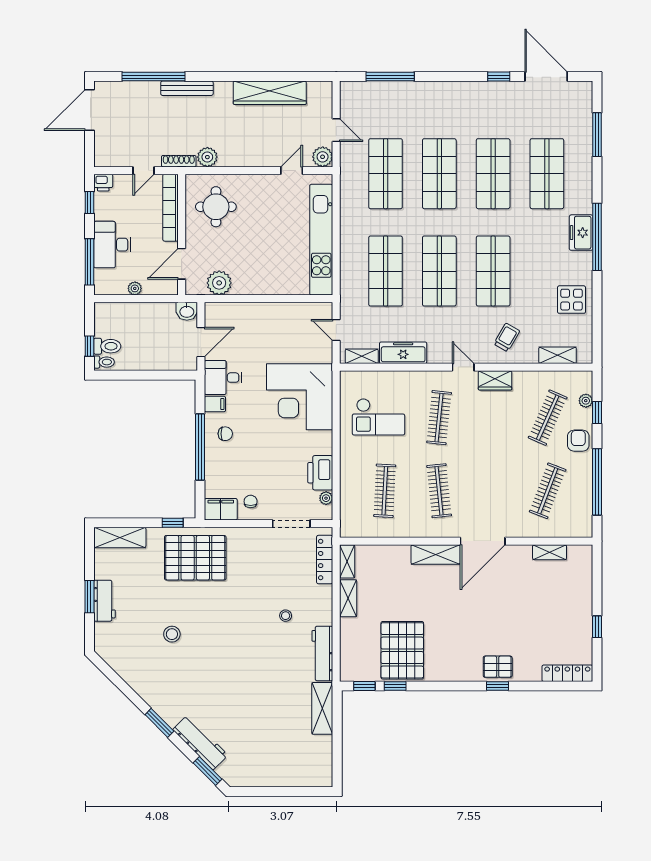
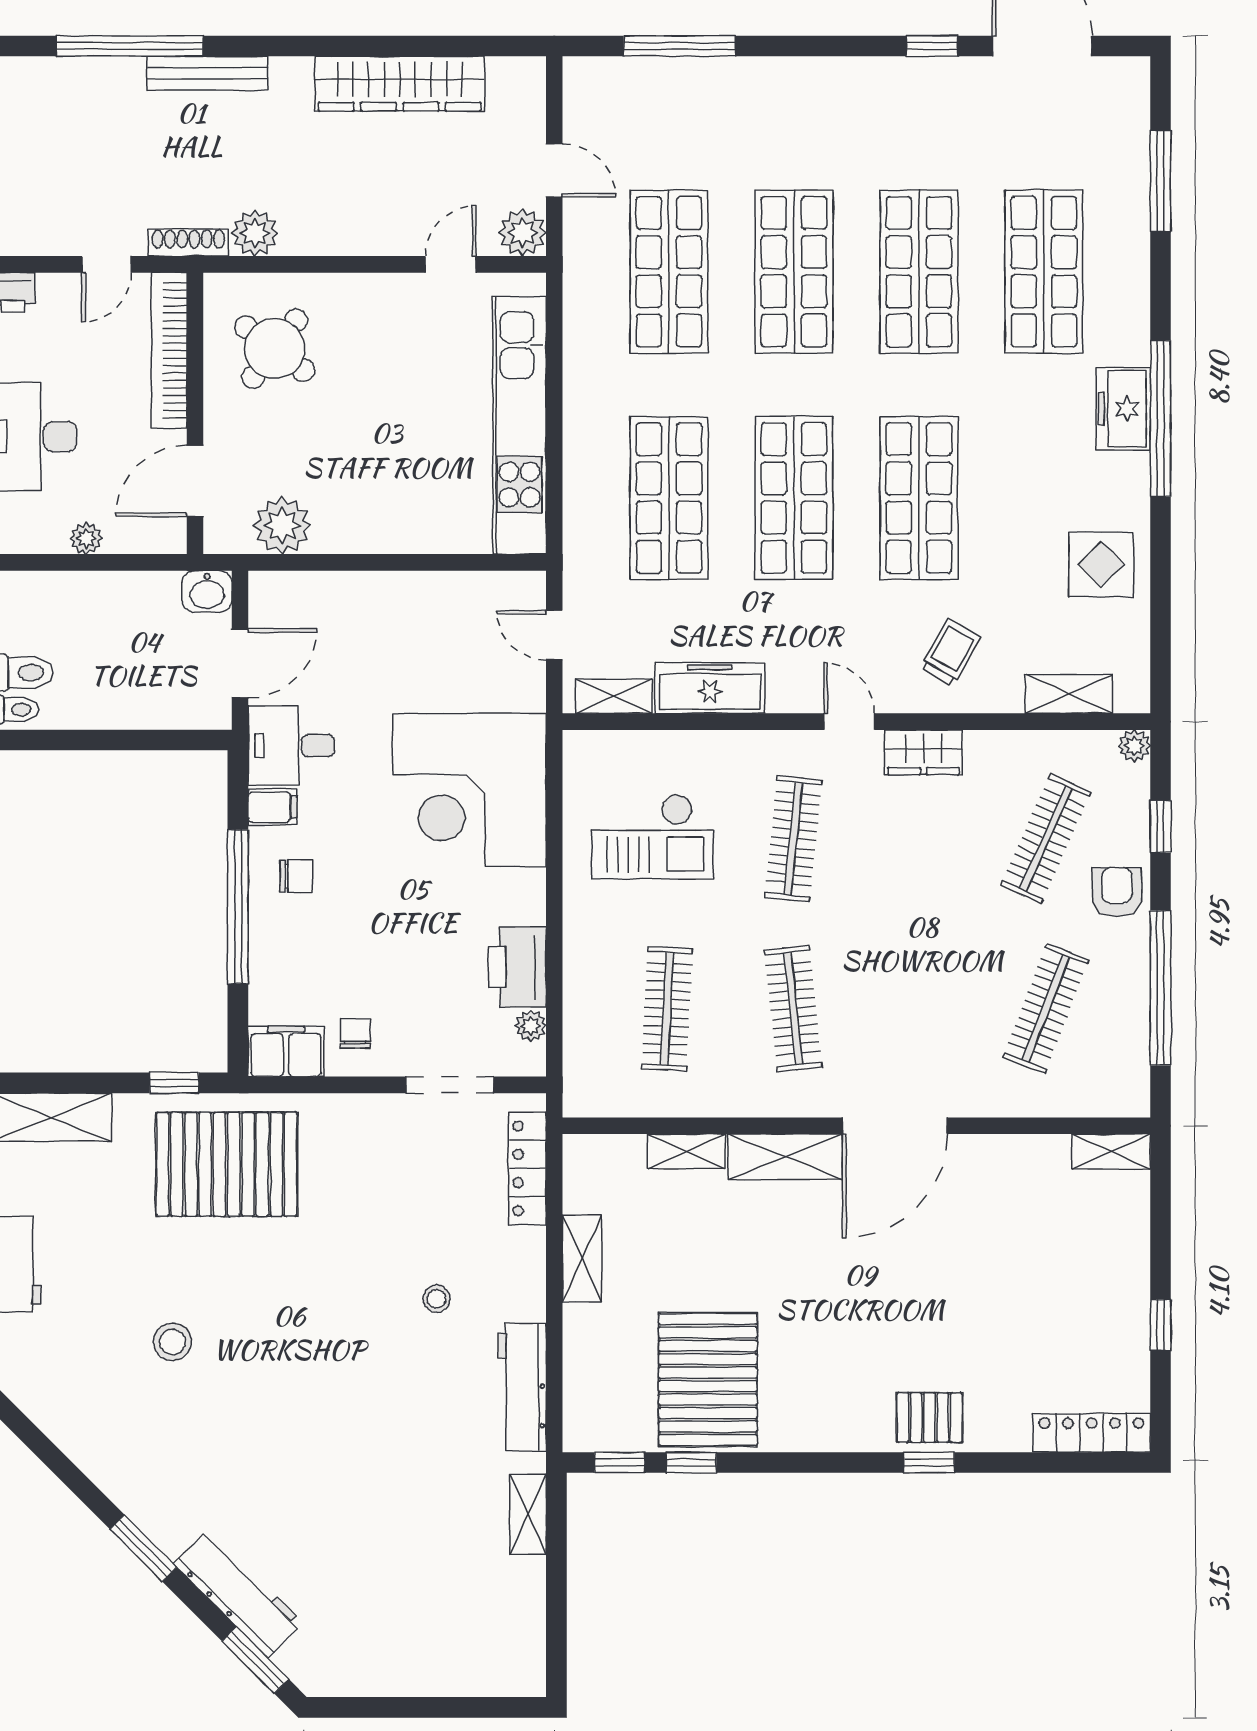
round table: (216, 207) -> (275, 349), turned 37
plant: (586, 401) -> (1134, 746), moved
shelving: (550, 552) -> (1111, 1152), moved
shelving: (347, 561) -> (686, 1151), moved, turned 90
shelving: (322, 708) -> (528, 1514), width x0.67, depth x0.75

